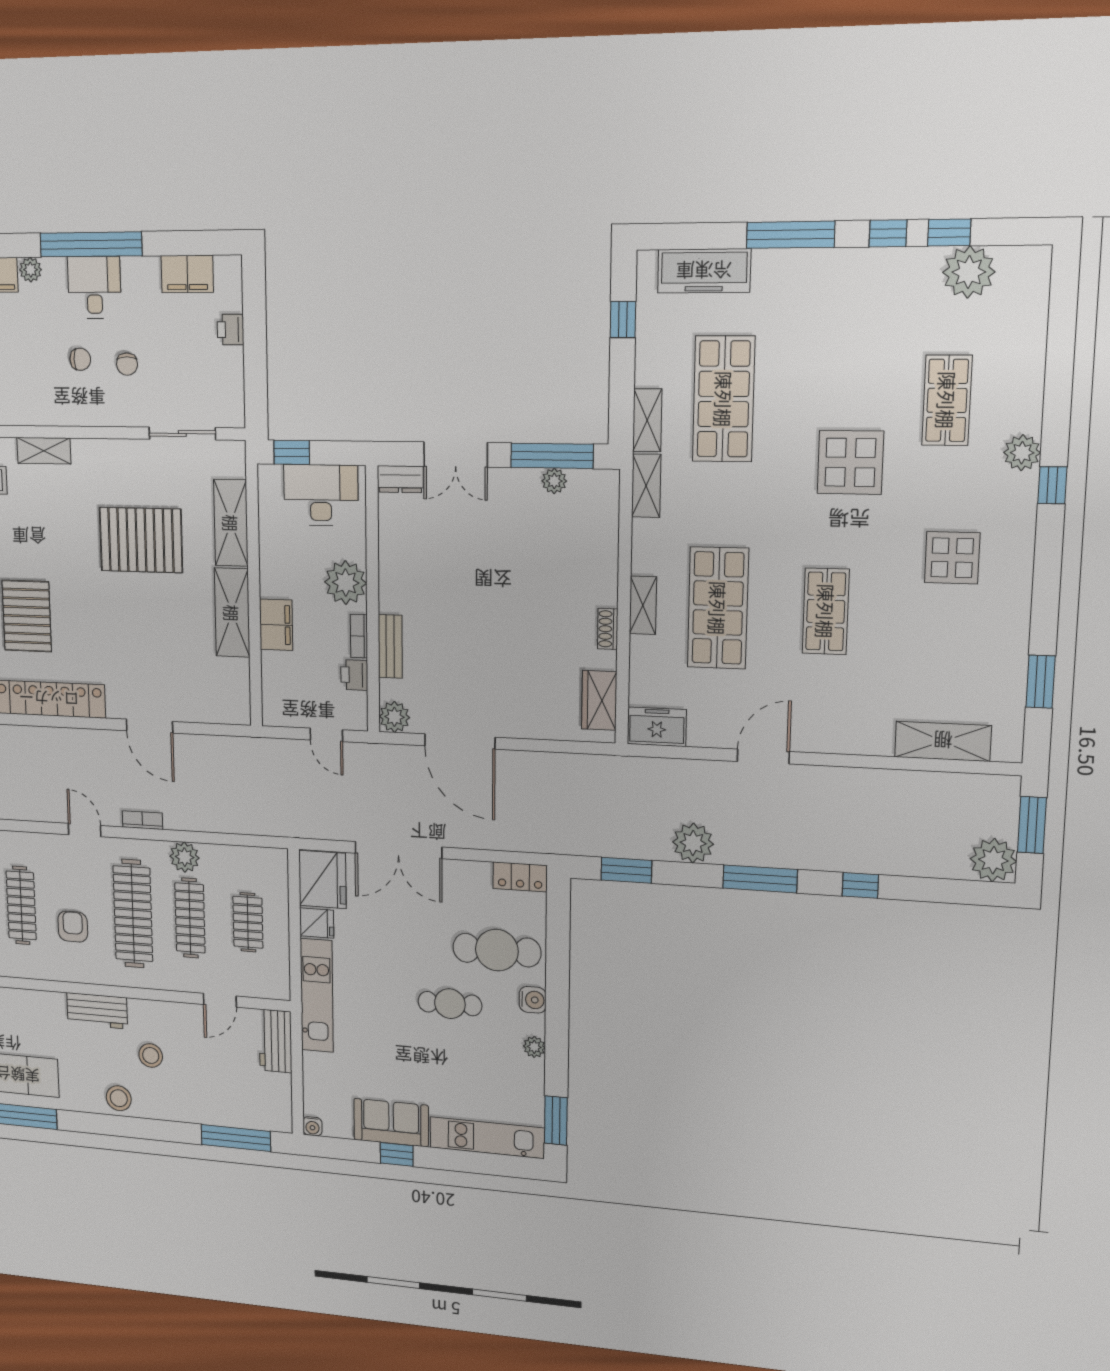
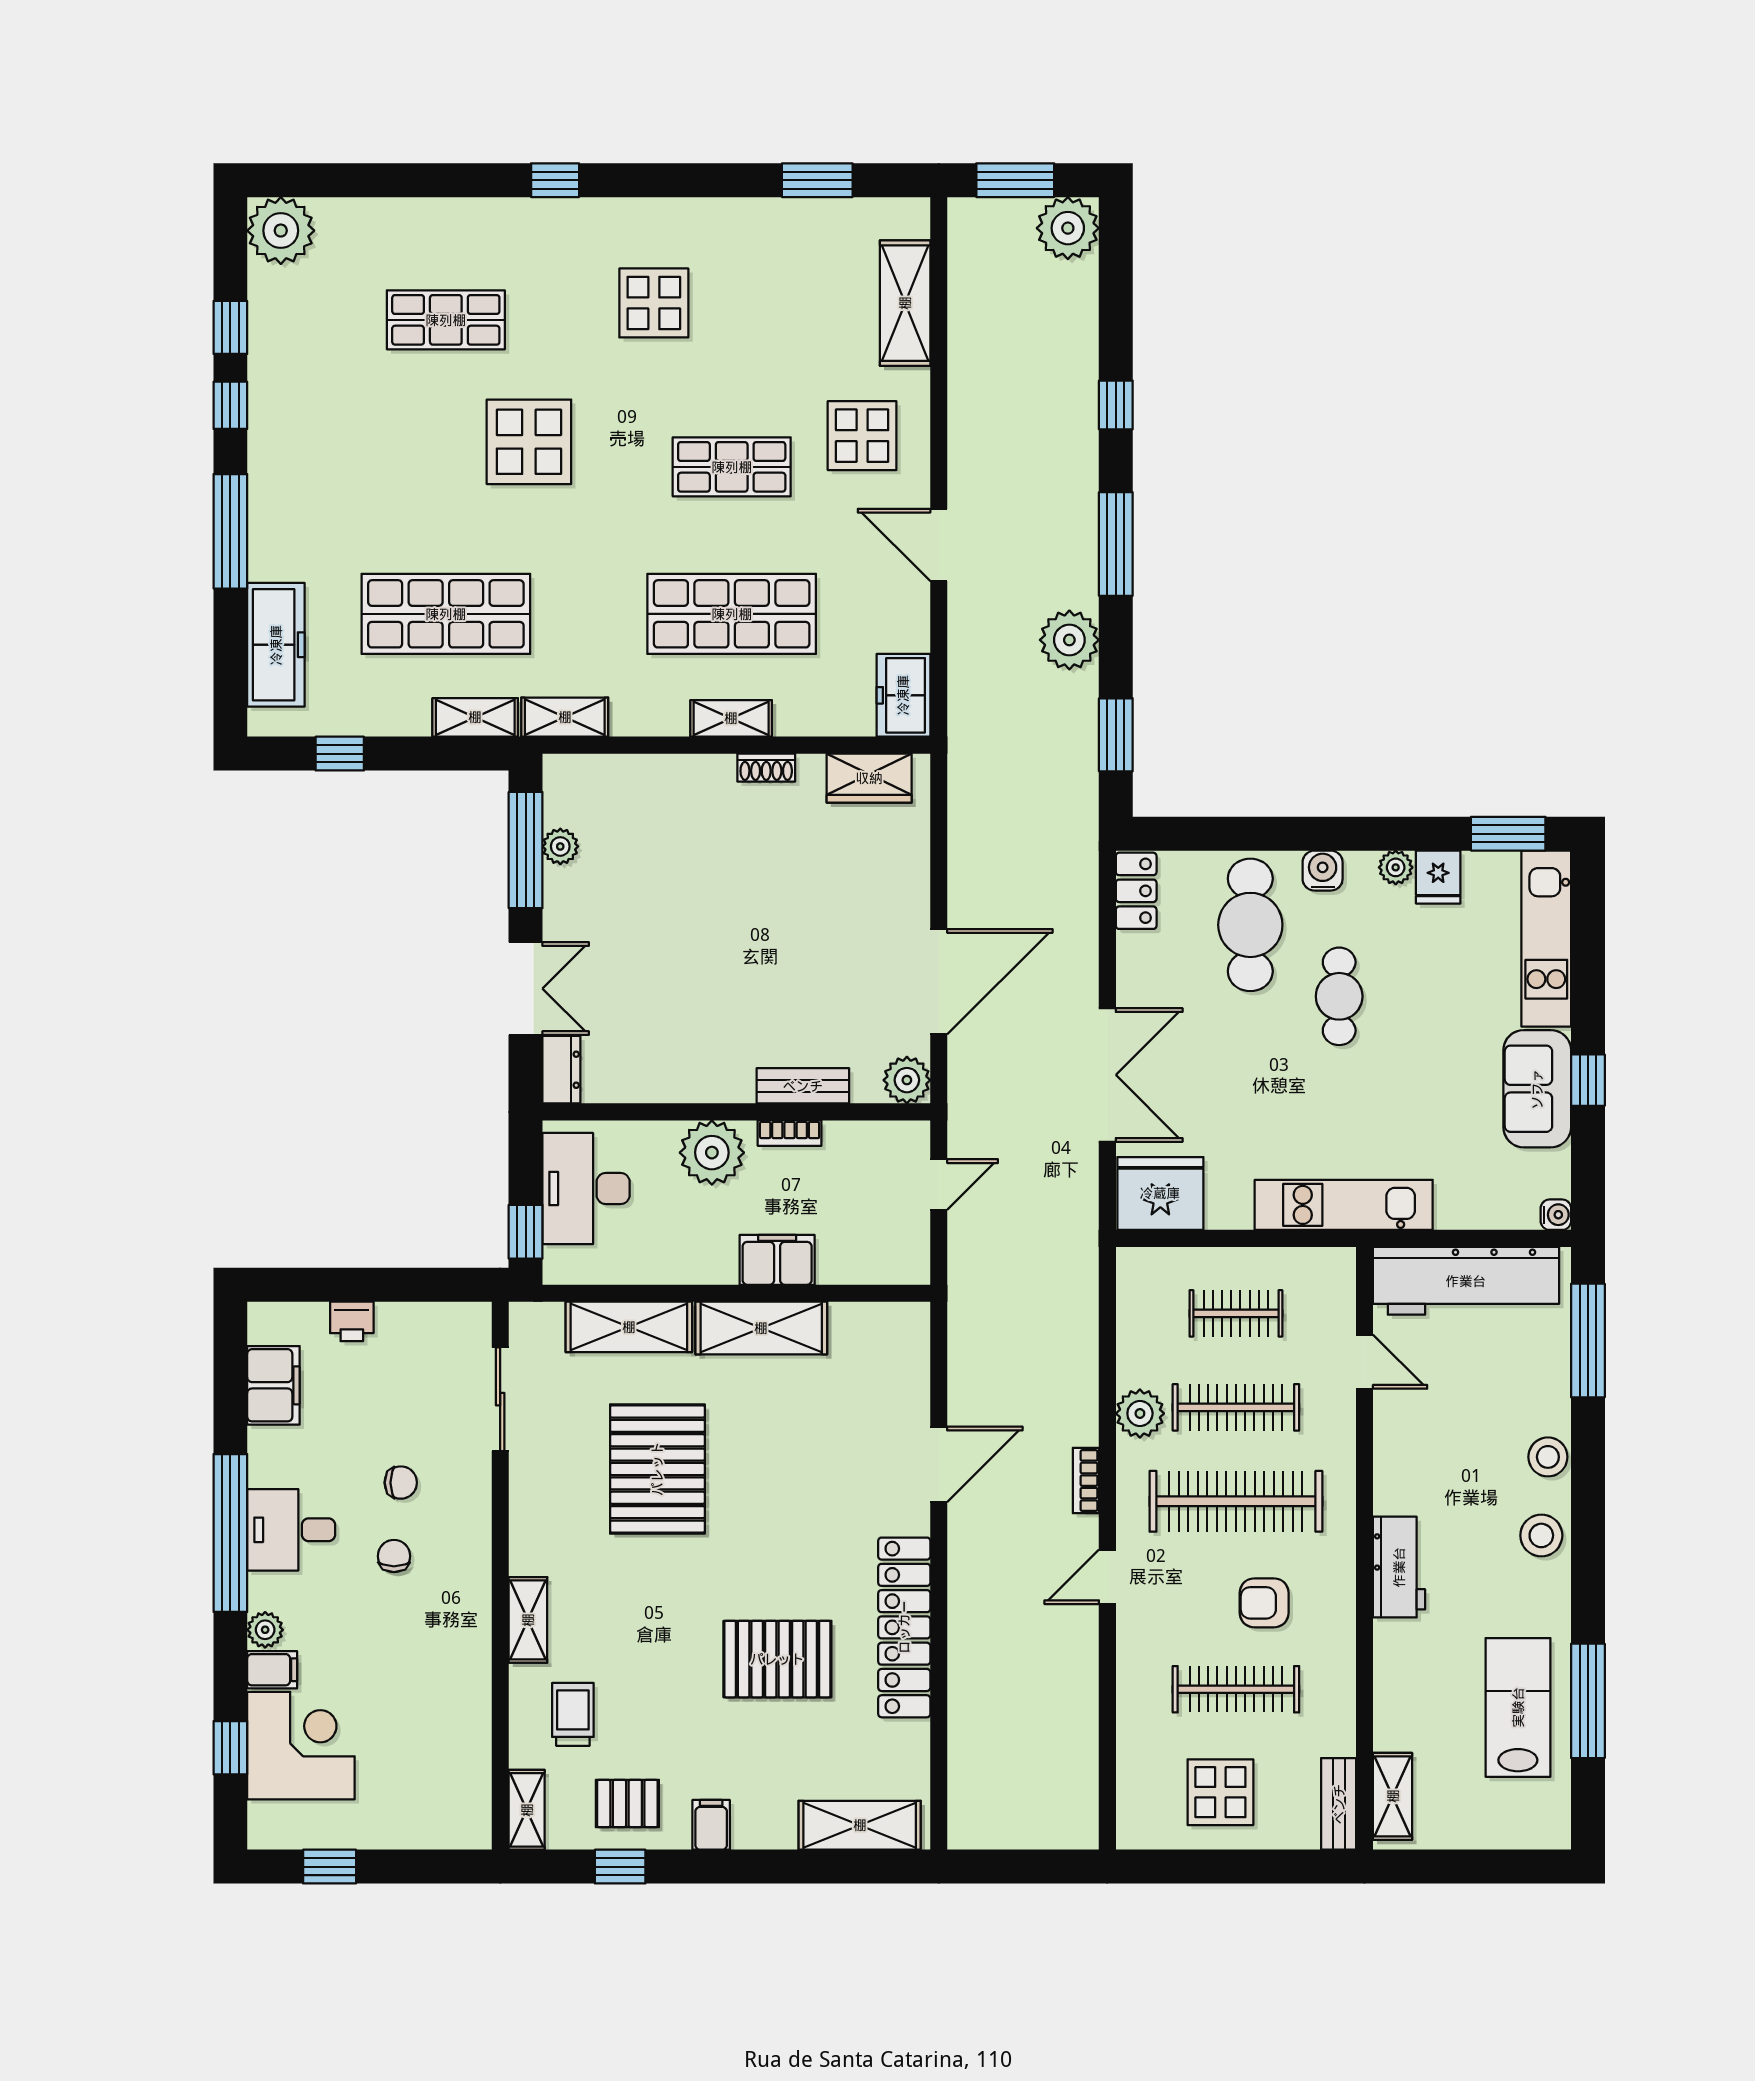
plant: (969, 272) -> (281, 231), moved
plant: (1022, 453) -> (513, 221), removed
printer: (354, 675) -> (847, 1141), removed
display table: (845, 706) -> (862, 436), added
fridge: (317, 923) -> (1438, 877), moved, turned 180
workbench: (275, 1041) -> (1466, 1281), width x1.88, depth x1.32
stool: (151, 1055) -> (1548, 1457), moved

